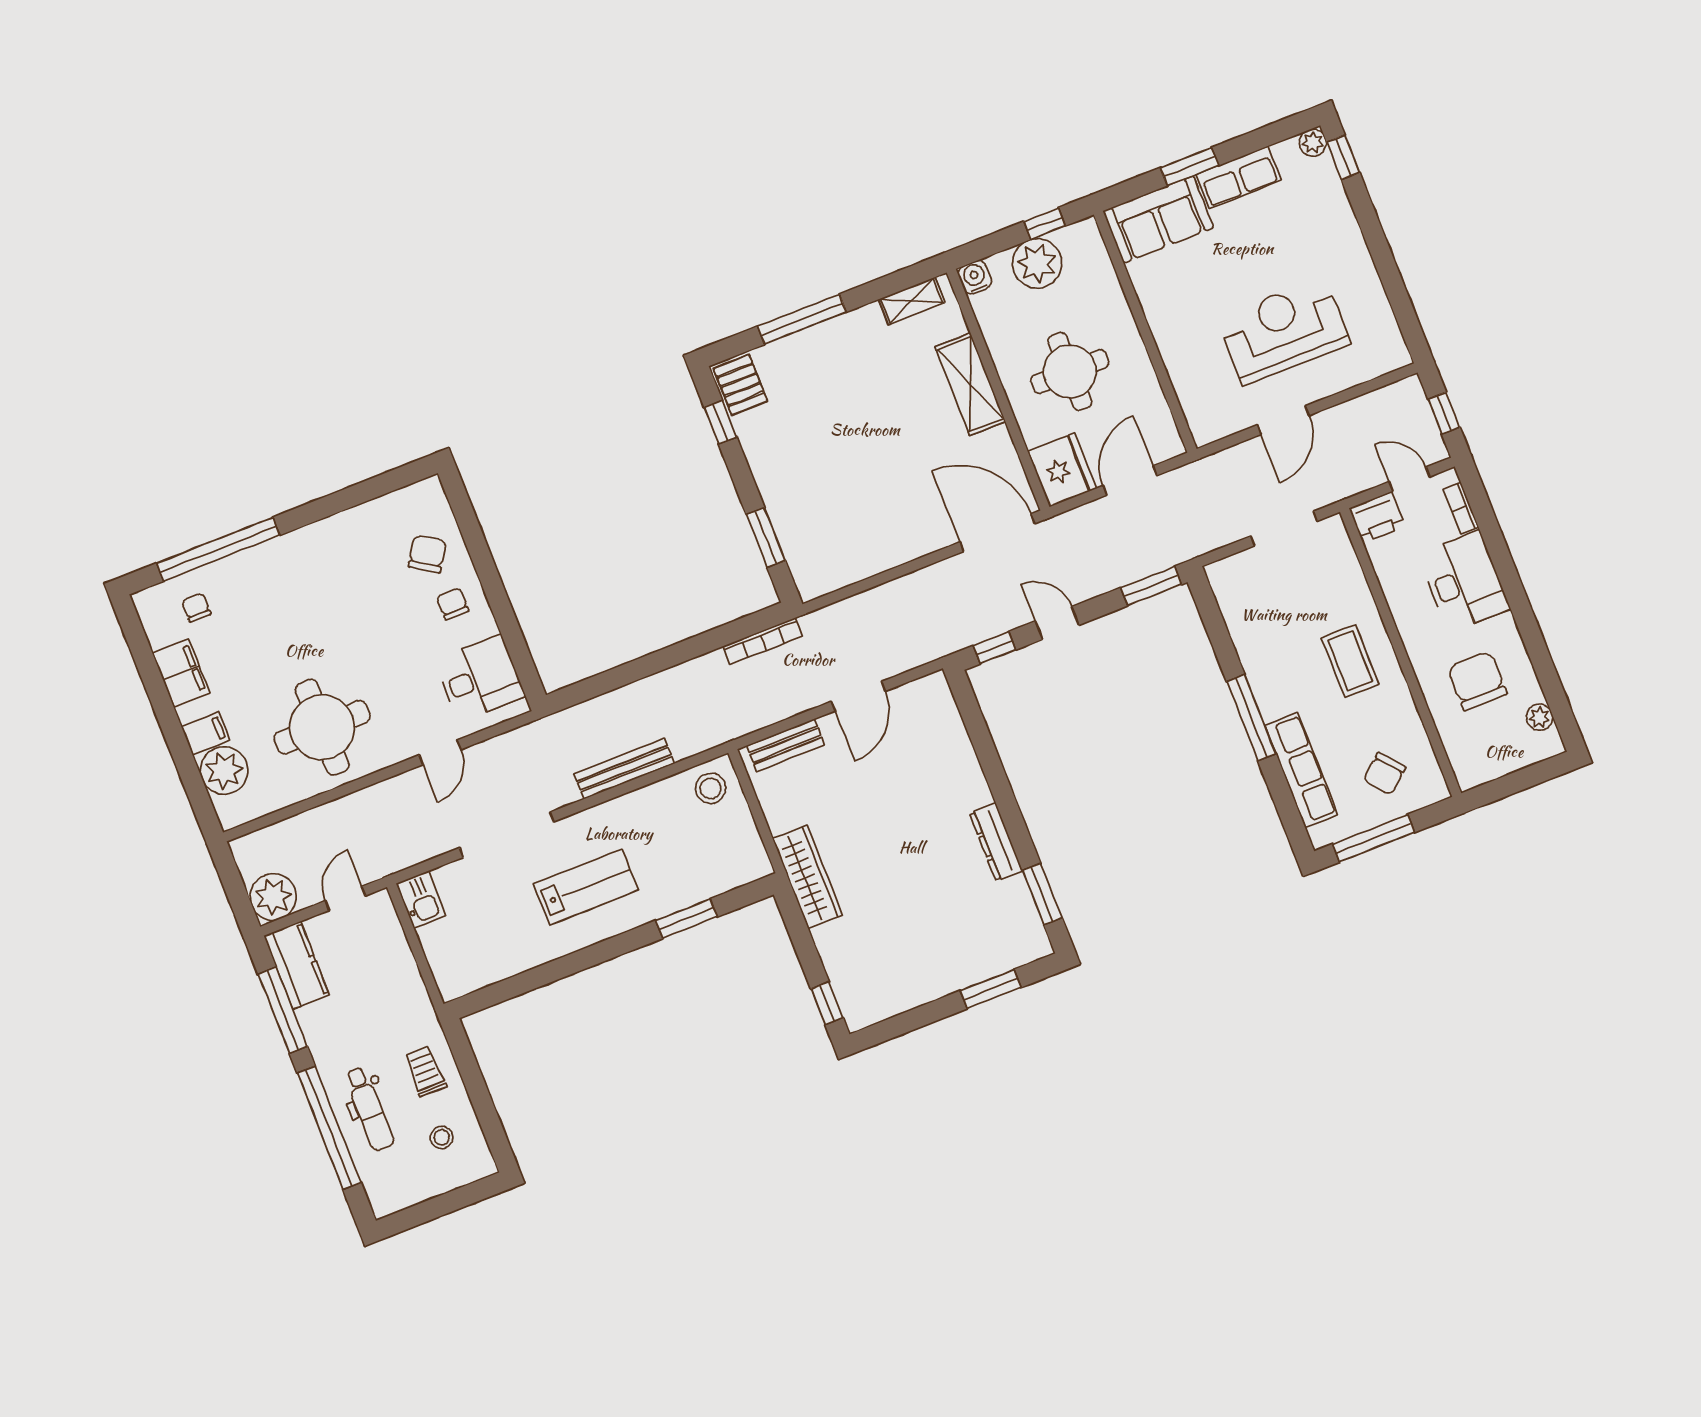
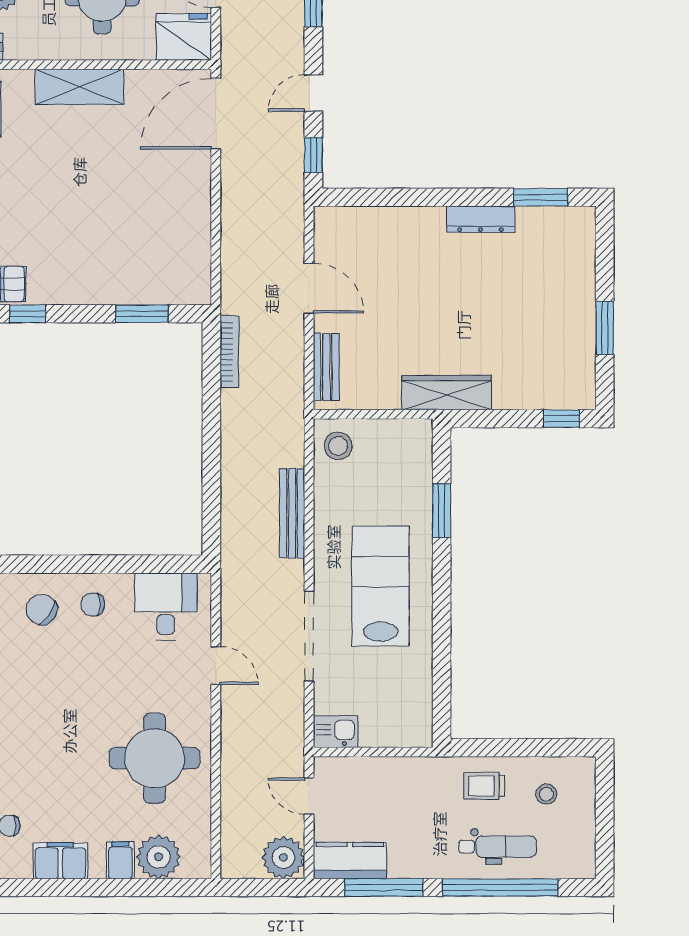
lab bench: (586, 887) -> (381, 586), width x1.36, depth x1.39
window: (990, 989) -> (605, 328), moved

